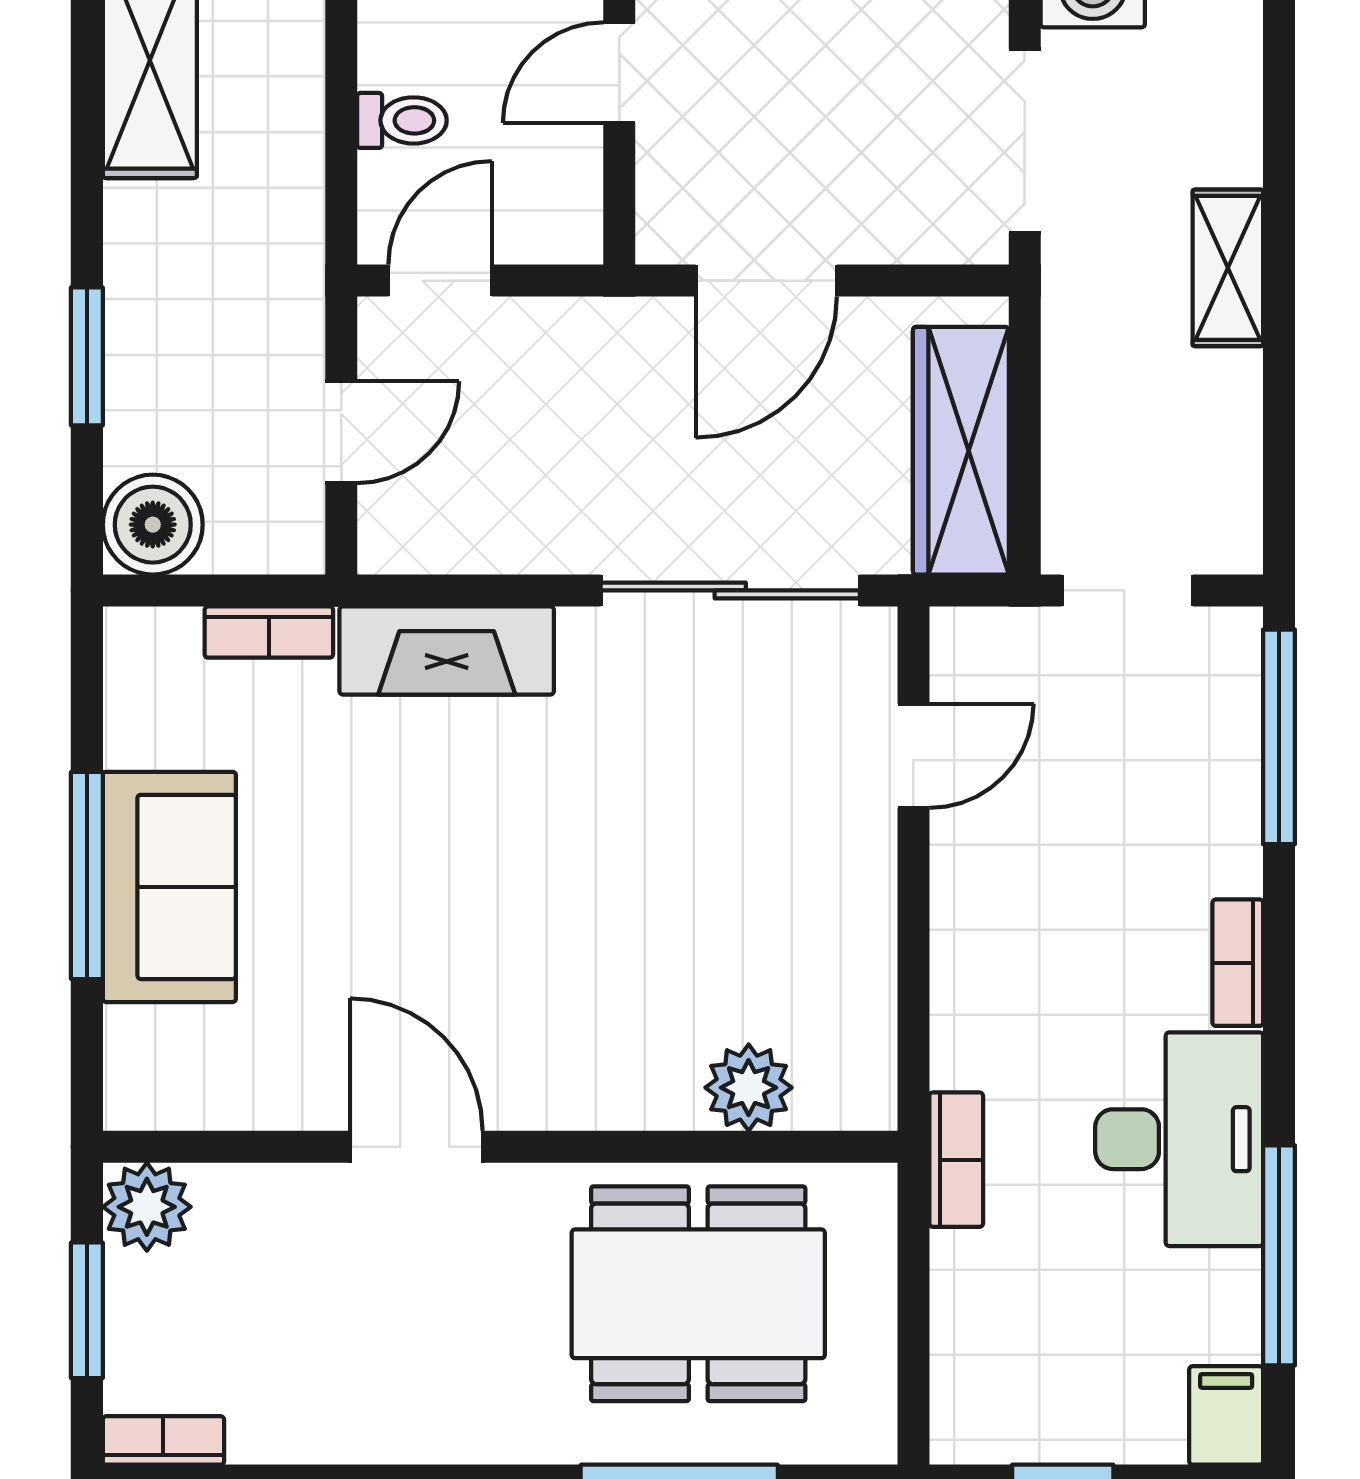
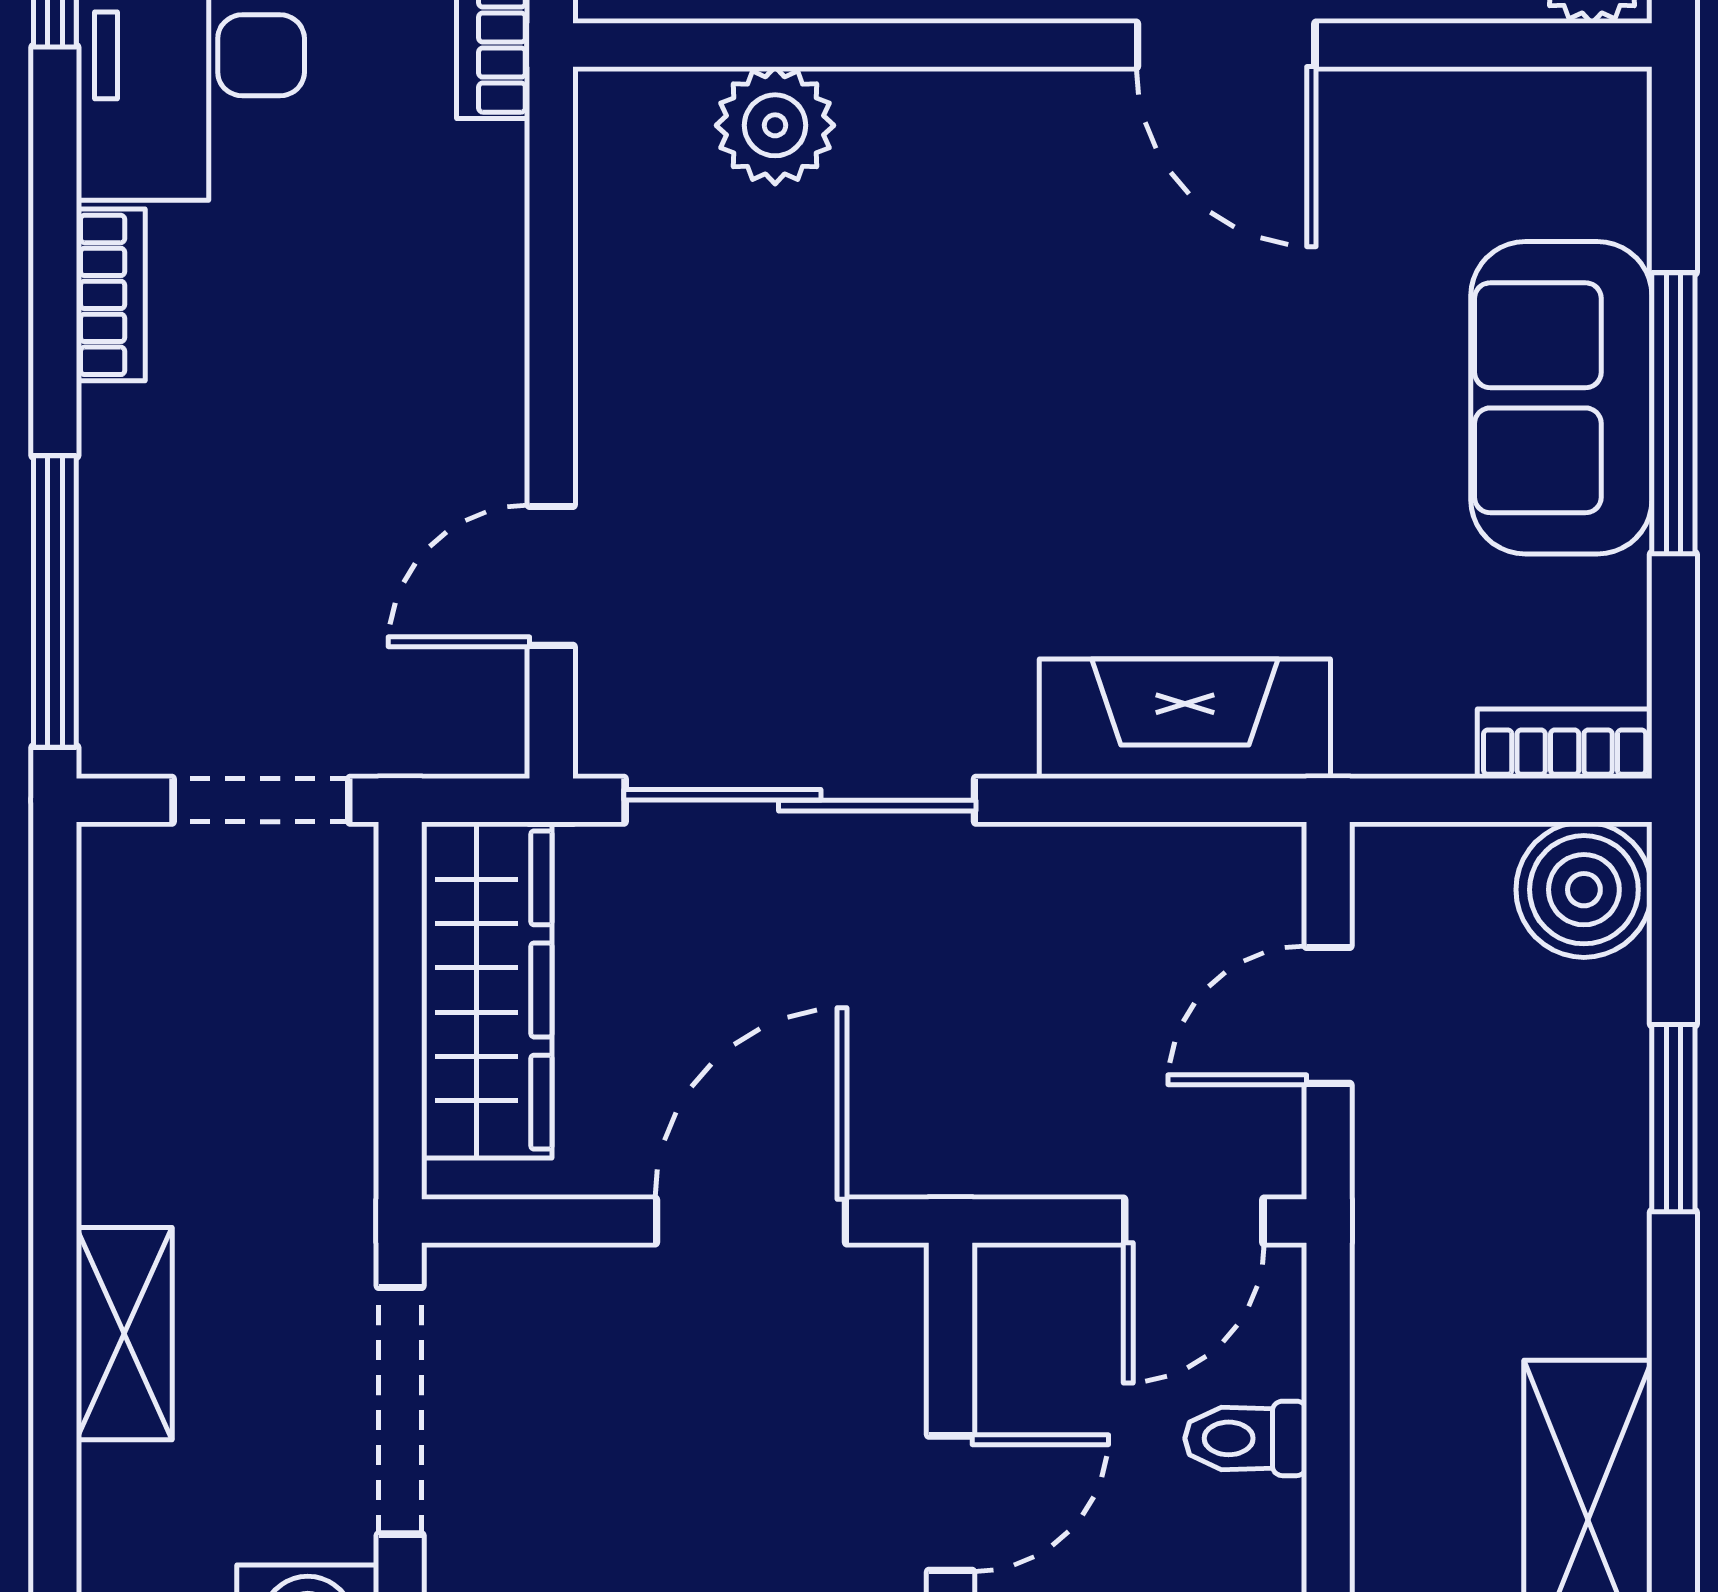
shelving: (1228, 268) -> (124, 1334), moved
bookcase: (269, 632) -> (1565, 744), moved

